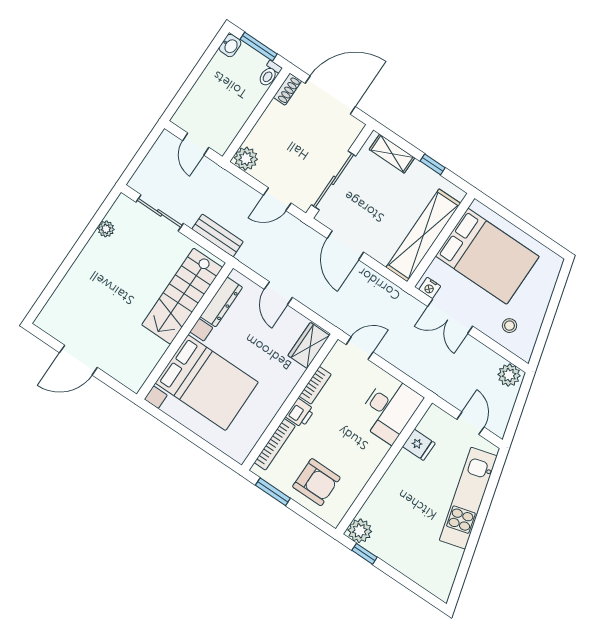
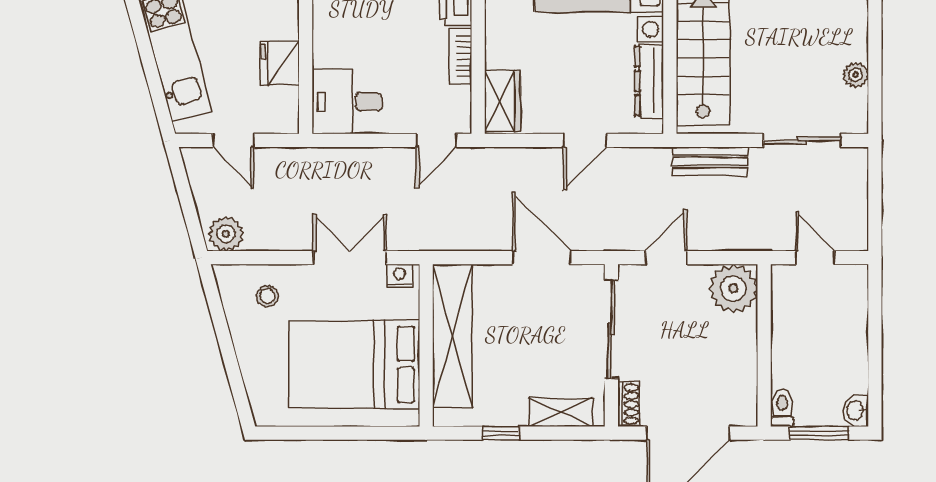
shoe rack: (287, 89) -> (629, 404), moved, turned 180
plant: (246, 159) -> (733, 288), width x1.36, depth x1.36
door: (278, 293) -> (585, 140), swing flipped
desk: (389, 409) -> (347, 102), width x0.73
fridge: (419, 445) -> (280, 63), width x1.38

